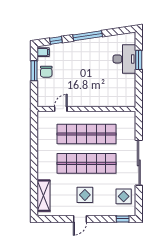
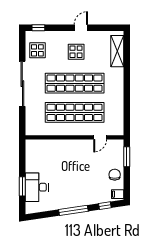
window: (34, 71) -> (127, 157), moved

